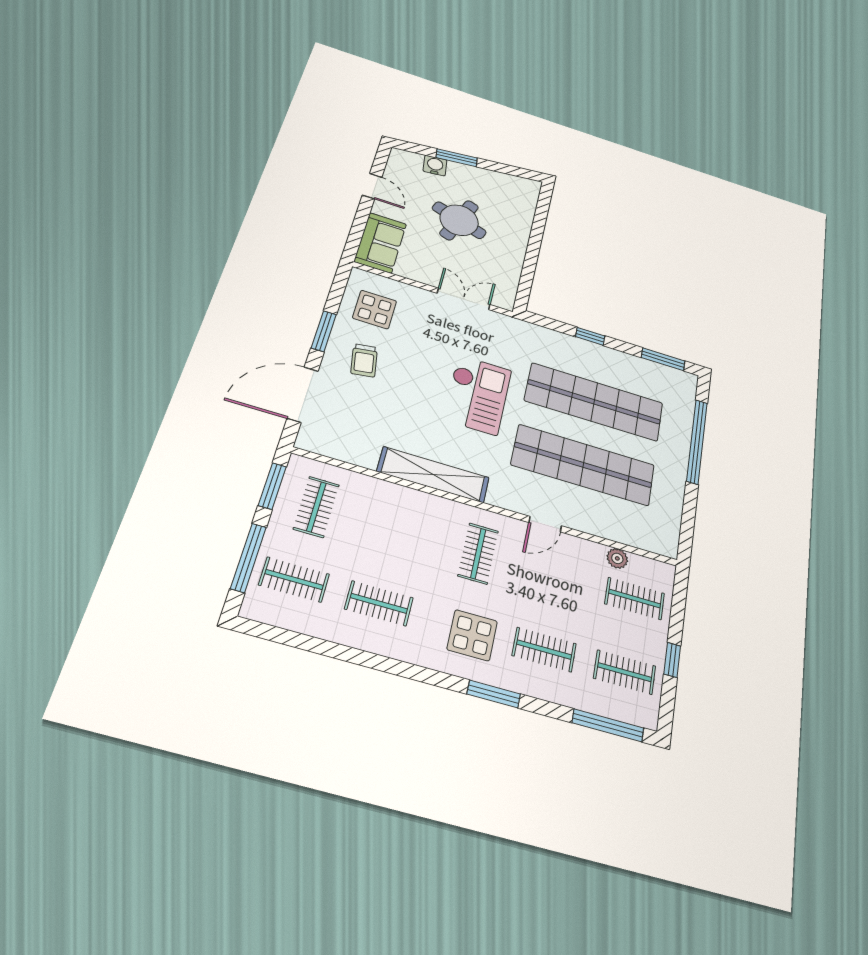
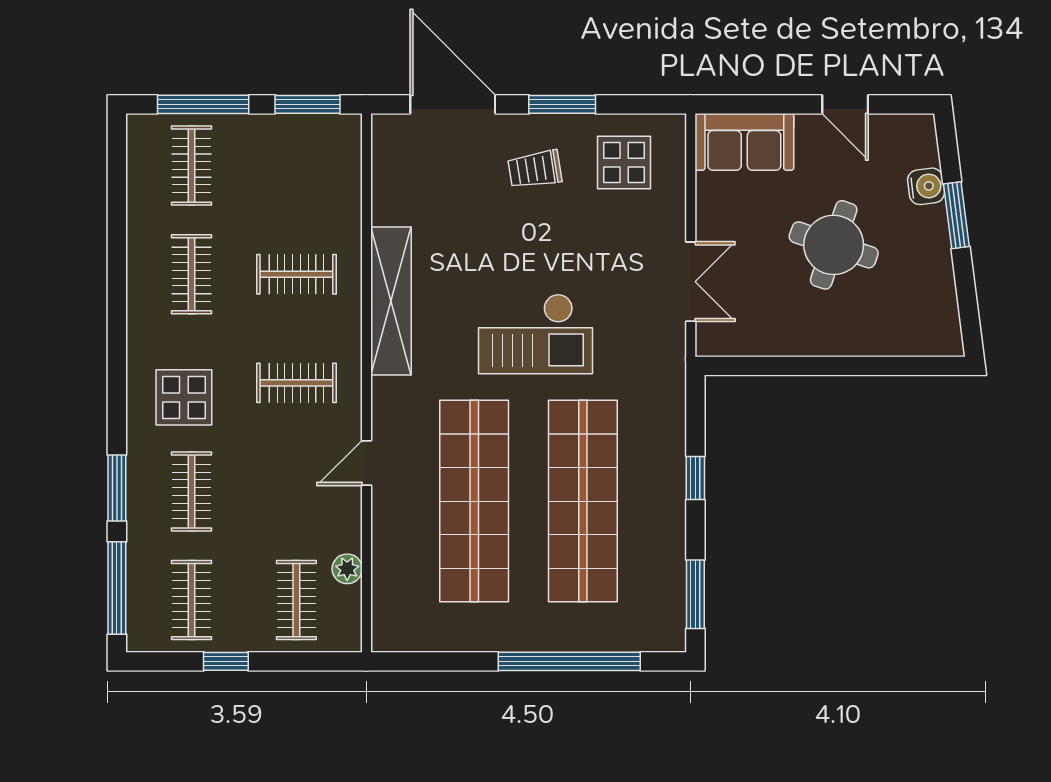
door: (372, 186) -> (845, 104), hinge flipped
clothes rail: (316, 507) -> (296, 274), moved
door: (545, 524) -> (366, 463), hinge flipped
window: (494, 694) -> (117, 488), moved

